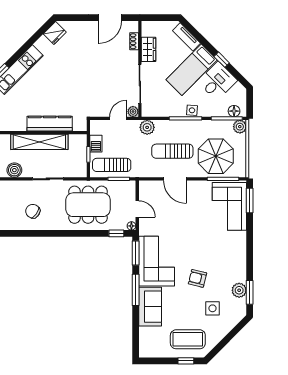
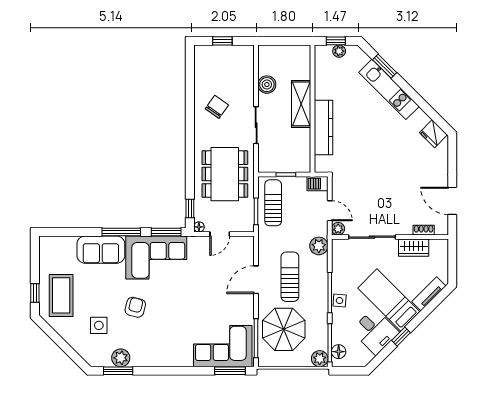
shelving: (39, 142) -> (301, 104), width x0.68
barbecue: (96, 144) -> (318, 184), moved

